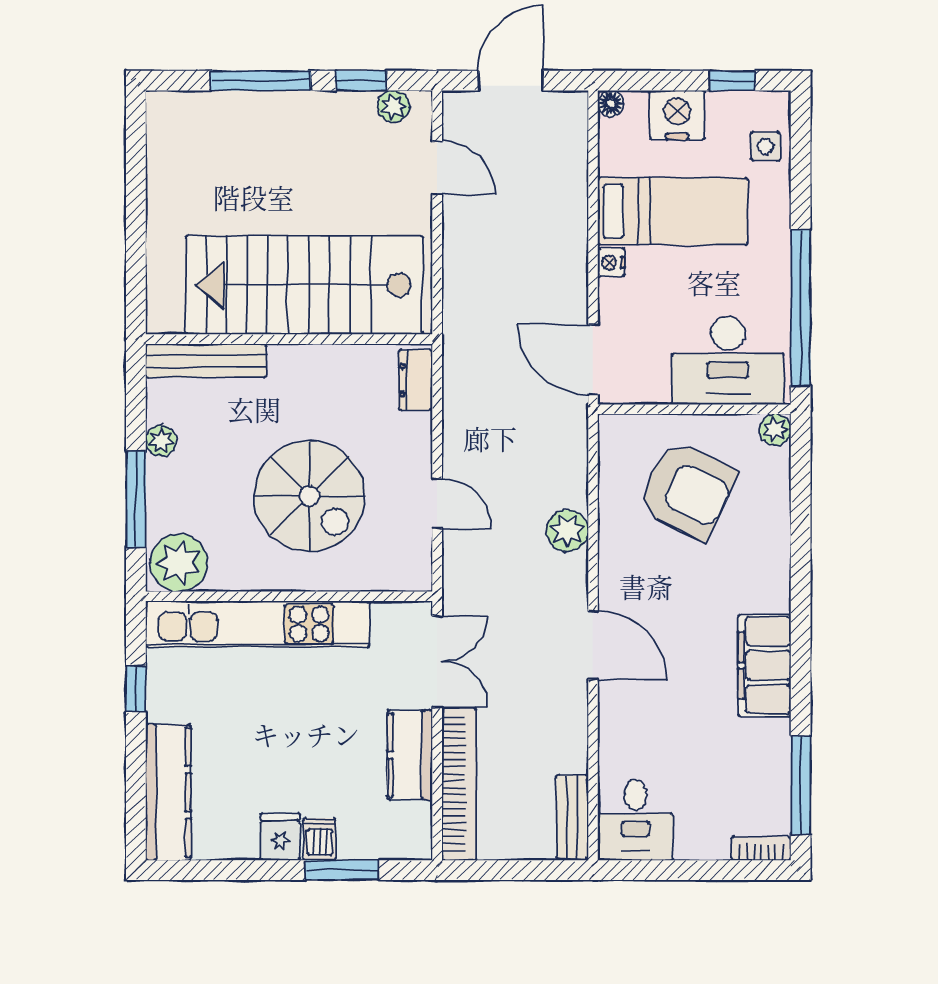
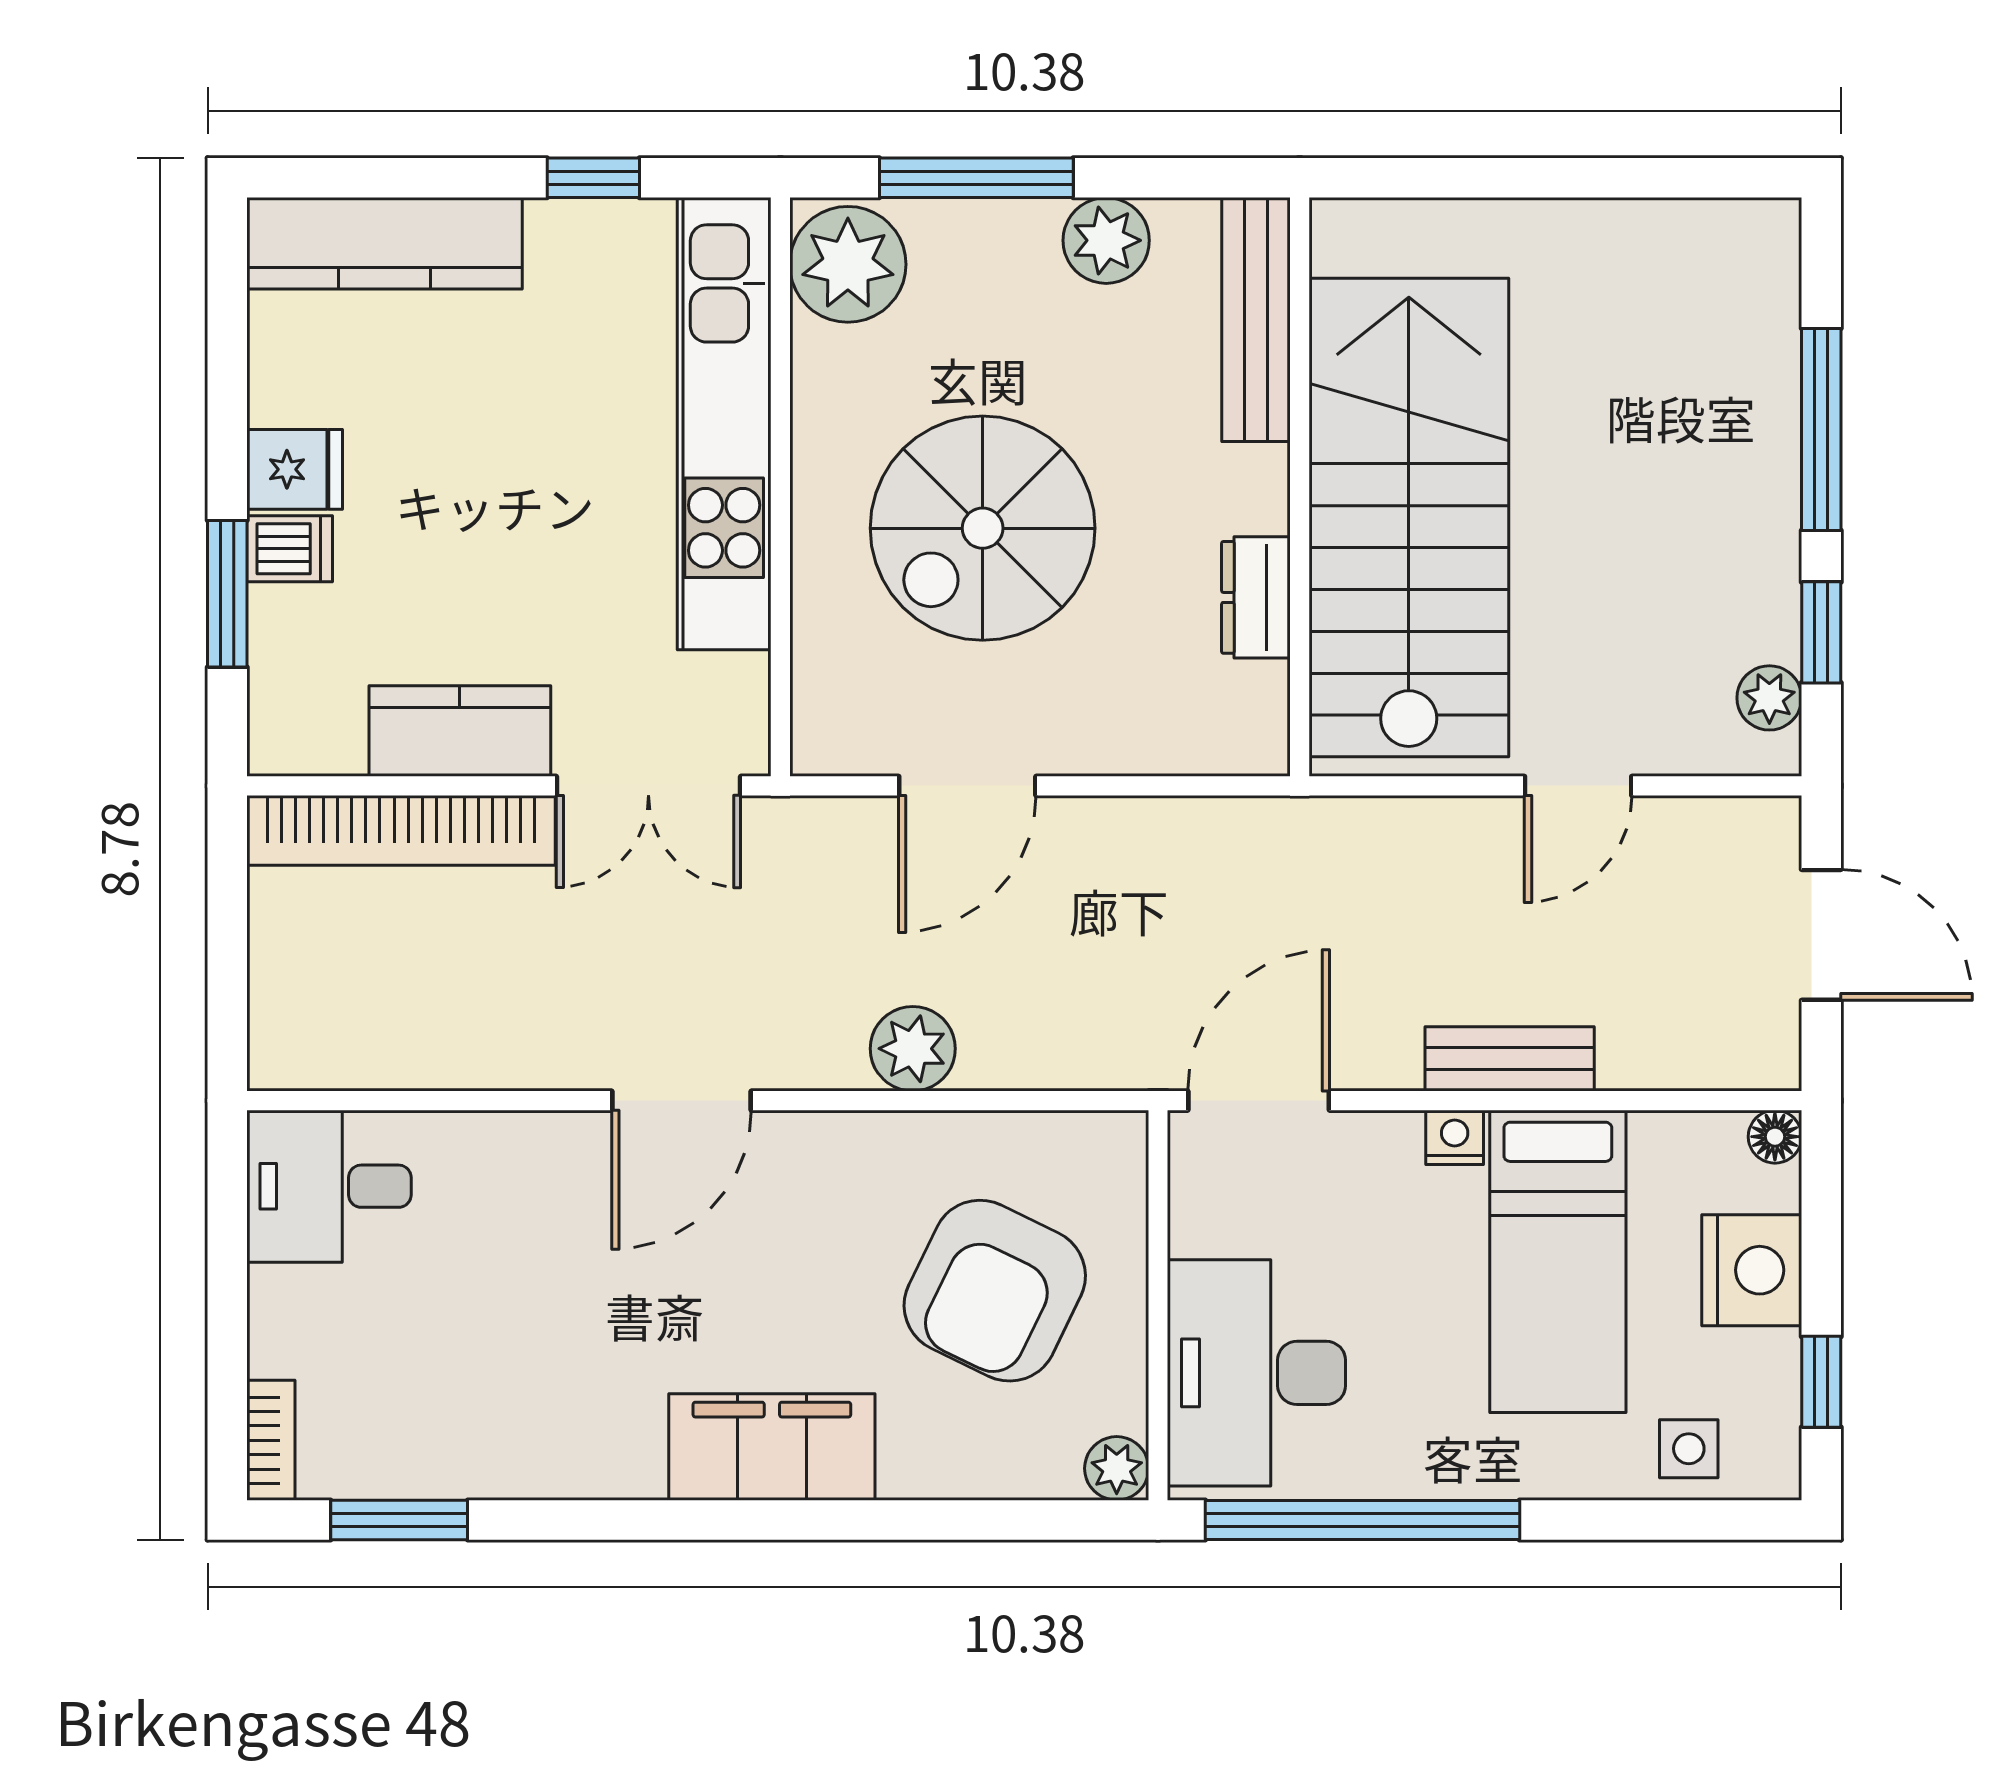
door: (437, 168) -> (1578, 786), moved
dresser: (415, 380) -> (1256, 597), moved, turned -90
plant: (161, 441) -> (1106, 240), width x1.38, depth x1.38
door: (437, 504) -> (967, 786), width x1.38
filing cabinet: (765, 665) -> (772, 1447), moved
window: (801, 785) -> (399, 1520), width x0.69
bench: (572, 817) -> (1510, 1059), moved

